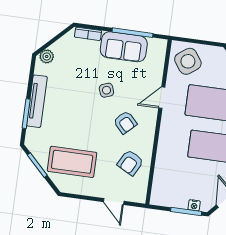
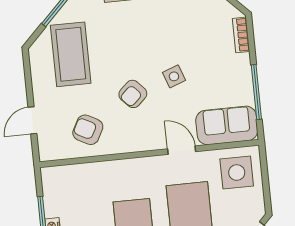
sofa: (124, 47) -> (227, 125), moved, turned 90
side table: (188, 61) -> (237, 173), turned 36
armchair: (125, 122) -> (133, 94), moved

